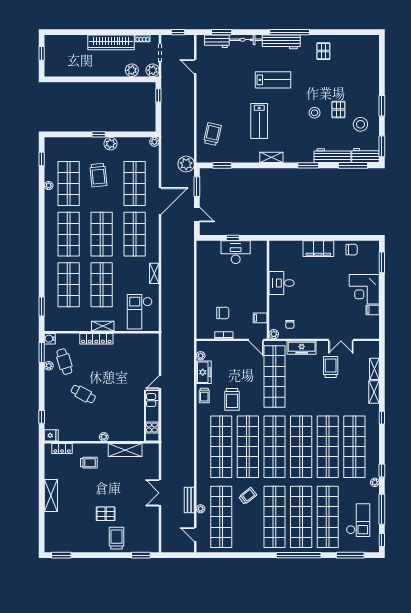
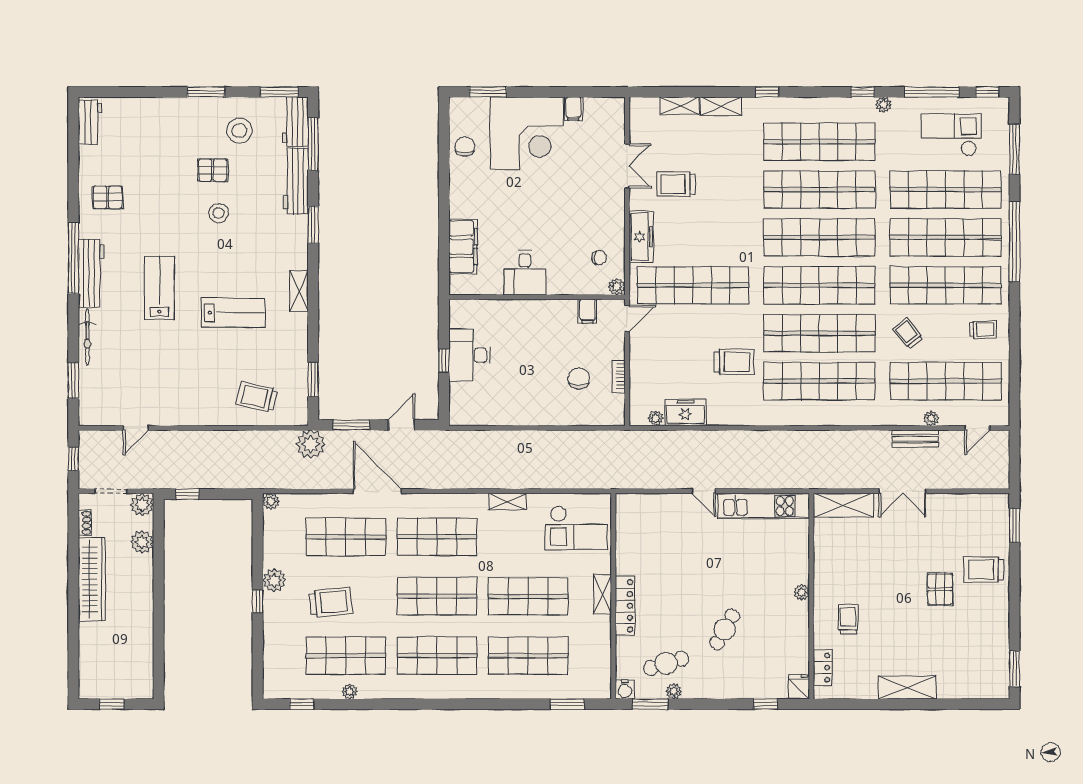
workbench: (217, 41) -> (90, 122), moved
filing cabinet: (318, 249) -> (463, 247), moved
corner desk: (364, 289) -> (527, 133), width x1.36, depth x1.36
trolley: (204, 396) -> (983, 330), moved
shelving: (125, 450) -> (843, 505), moved, turned 90

